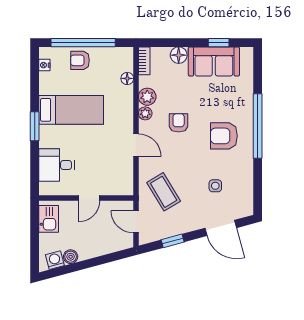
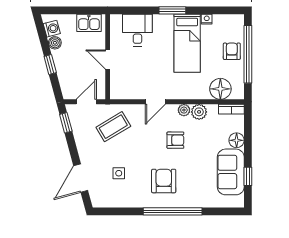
nightstand: (44, 65) -> (207, 19), moved
floor lamp: (127, 78) -> (220, 89), width x1.89, depth x1.89
window: (173, 241) -> (66, 123), moved
window: (95, 262) -> (50, 64), added

